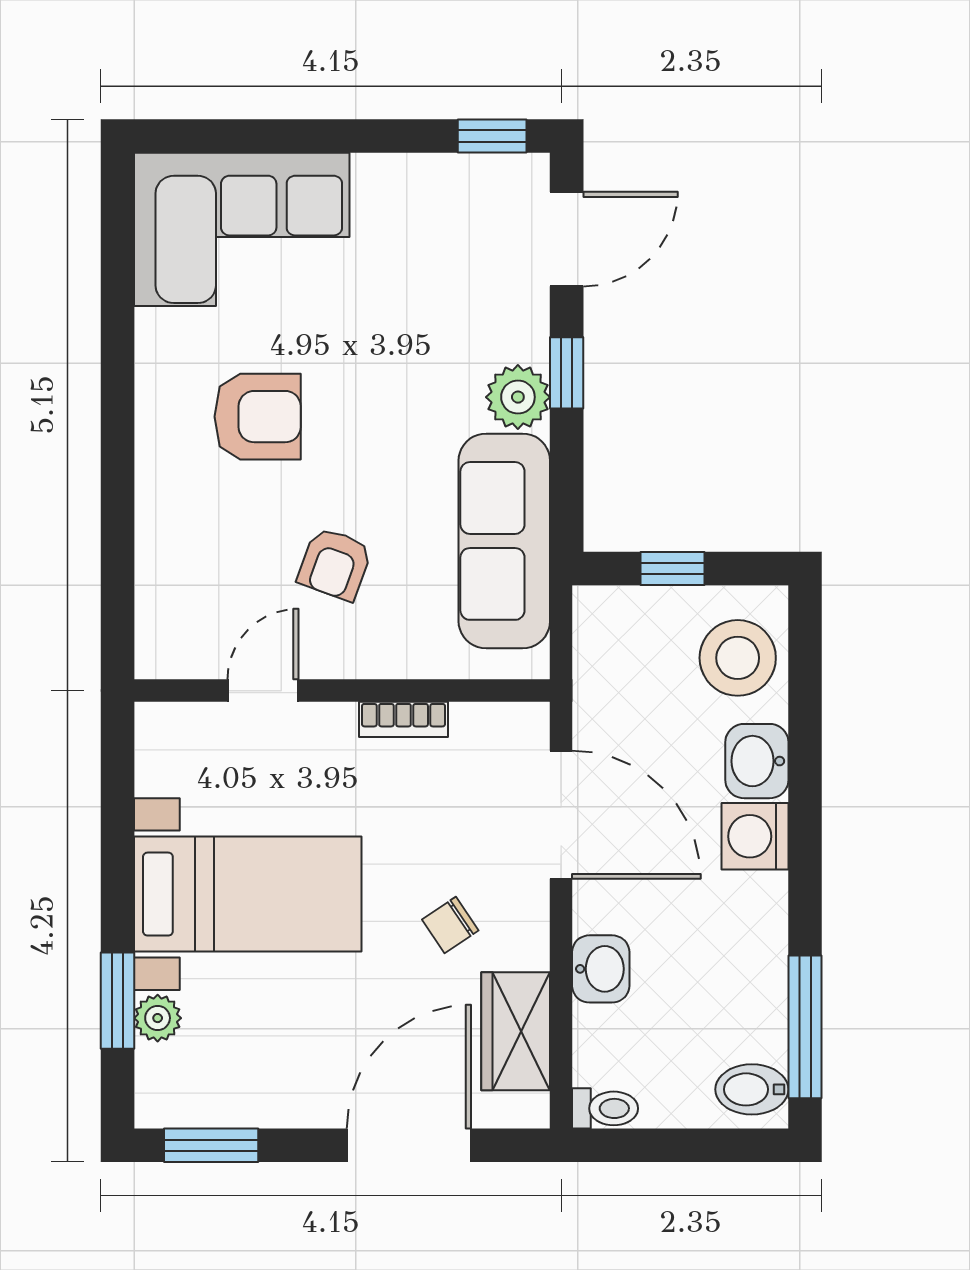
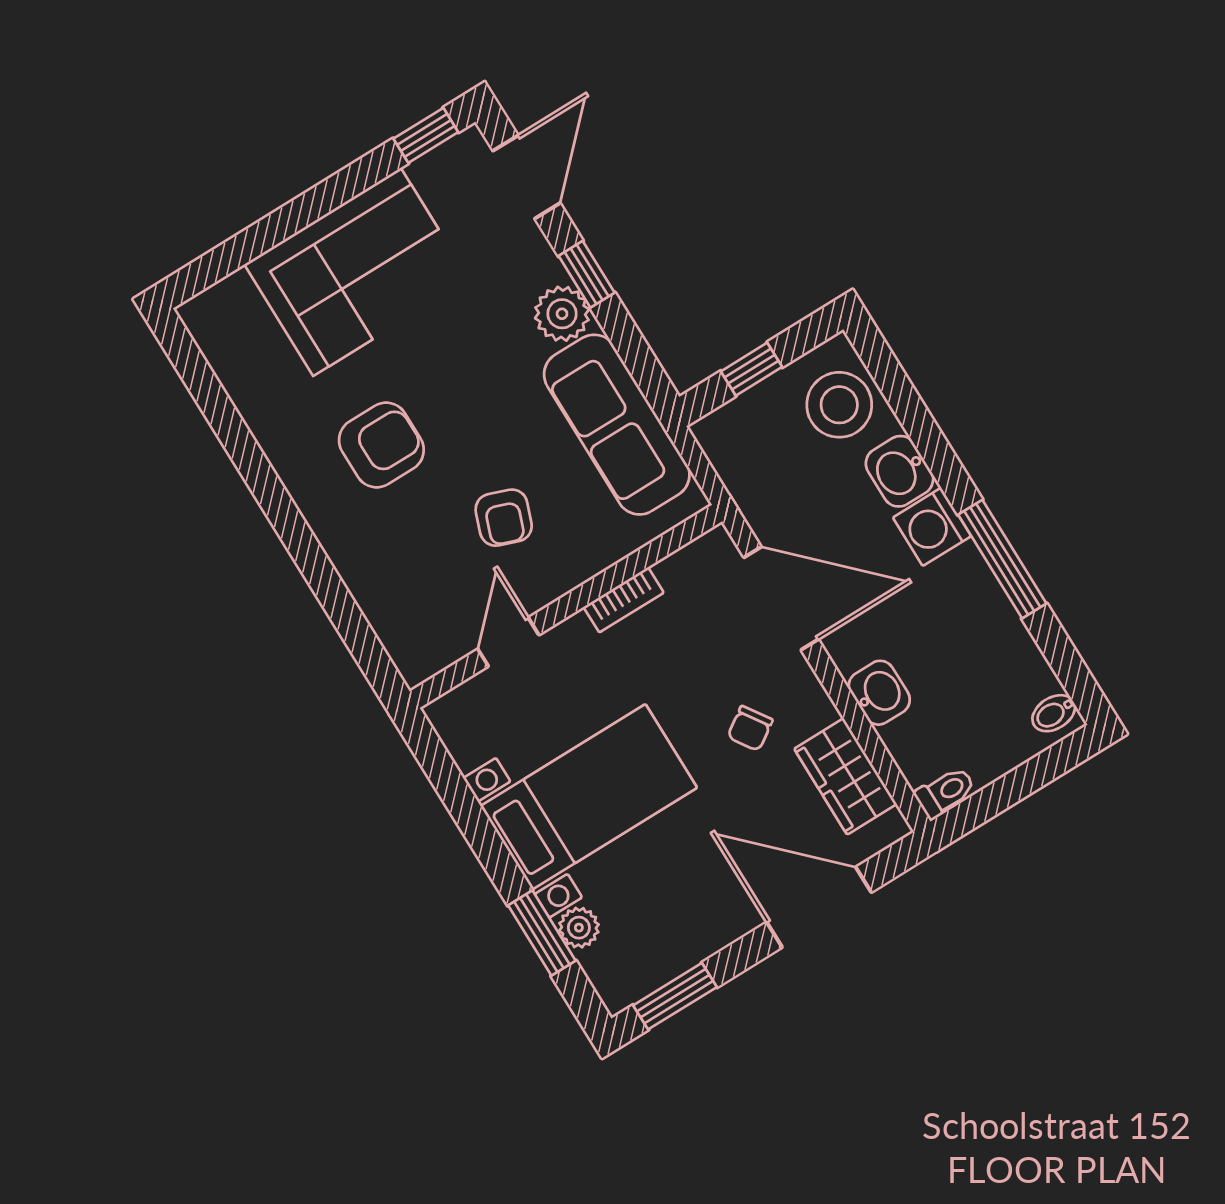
corner sofa: (242, 229) -> (357, 272), moved
window: (805, 1027) -> (1002, 559), moved
bidet: (752, 1089) -> (1054, 713), width x0.72, depth x0.74
door: (409, 1145) -> (819, 907), hinge flipped

